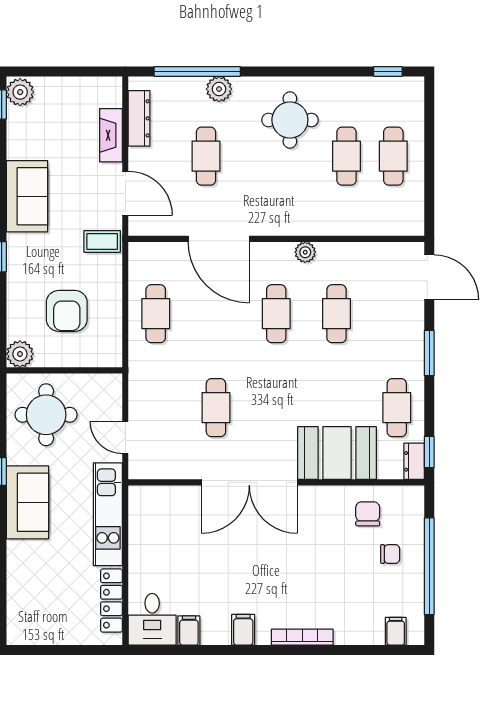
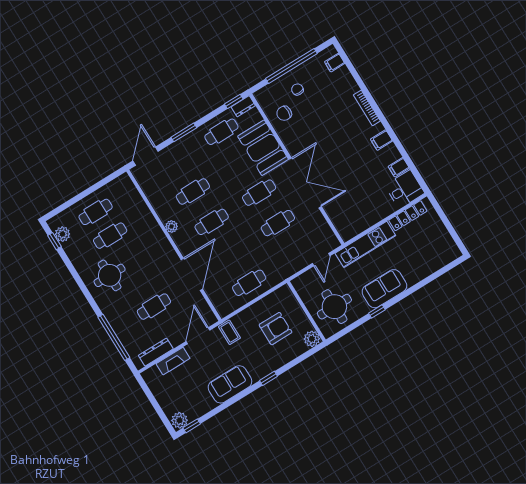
plant: (219, 89) -> (62, 234), moved
cafe table: (276, 408) -> (259, 193), added

